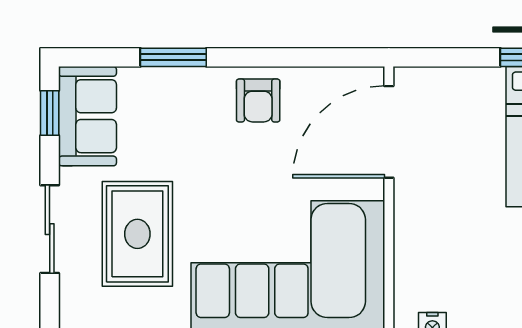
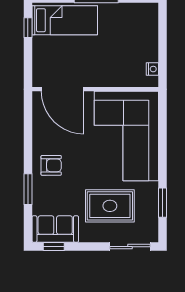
armchair: (258, 101) -> (51, 165), moved
sliding door: (50, 229) -> (130, 247), moved

